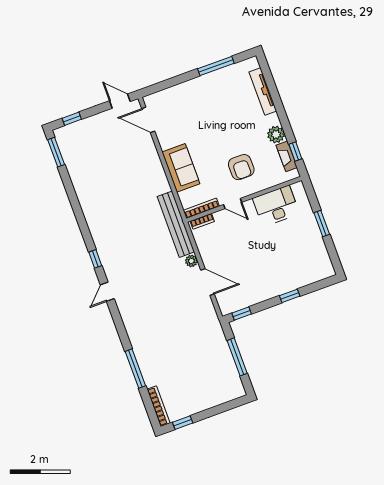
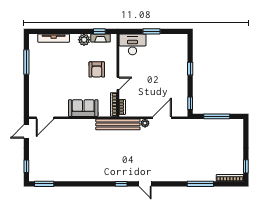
armchair: (241, 167) -> (97, 69), turned 90
desk: (276, 206) -> (132, 44), moved, turned 90

